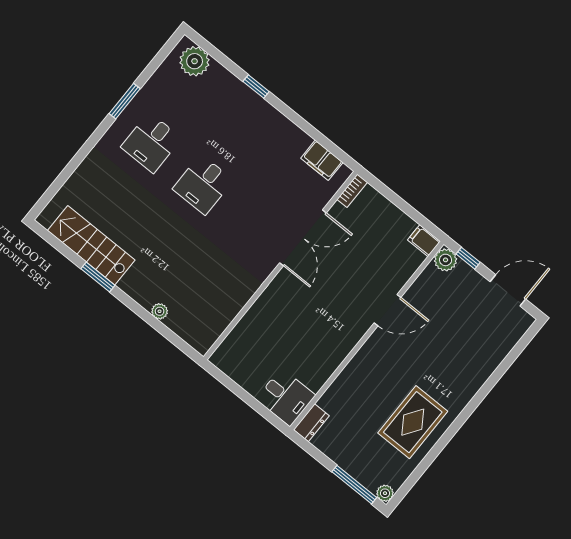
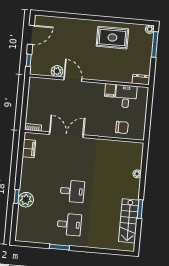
plant: (195, 61) -> (26, 200), moved
filing cabinet: (424, 241) -> (110, 90), moved
plant: (446, 260) -> (57, 71), moved
door: (508, 290) -> (31, 35), swing flipped
chair: (253, 338) -> (122, 127), added
desk: (286, 397) -> (126, 96), moved

